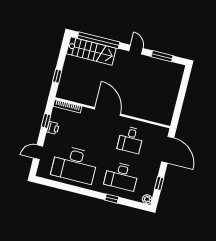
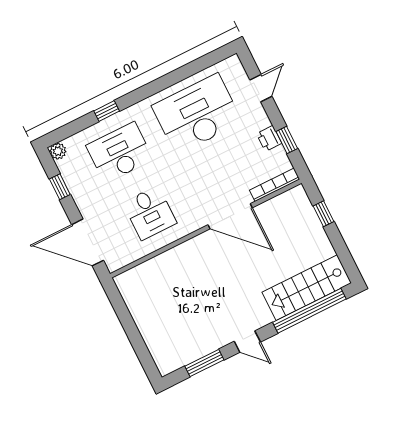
door: (108, 111) -> (230, 216), moved
desk: (131, 140) -> (150, 213), turned 180

